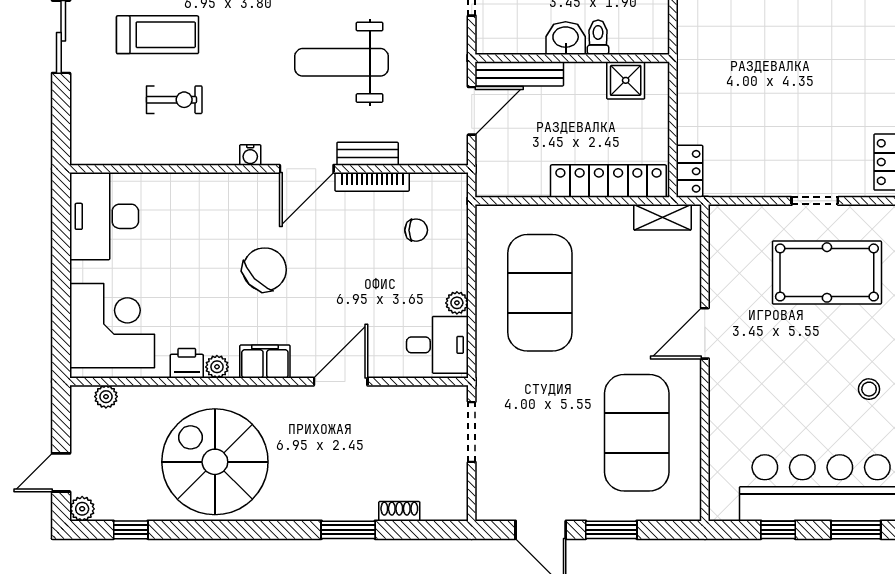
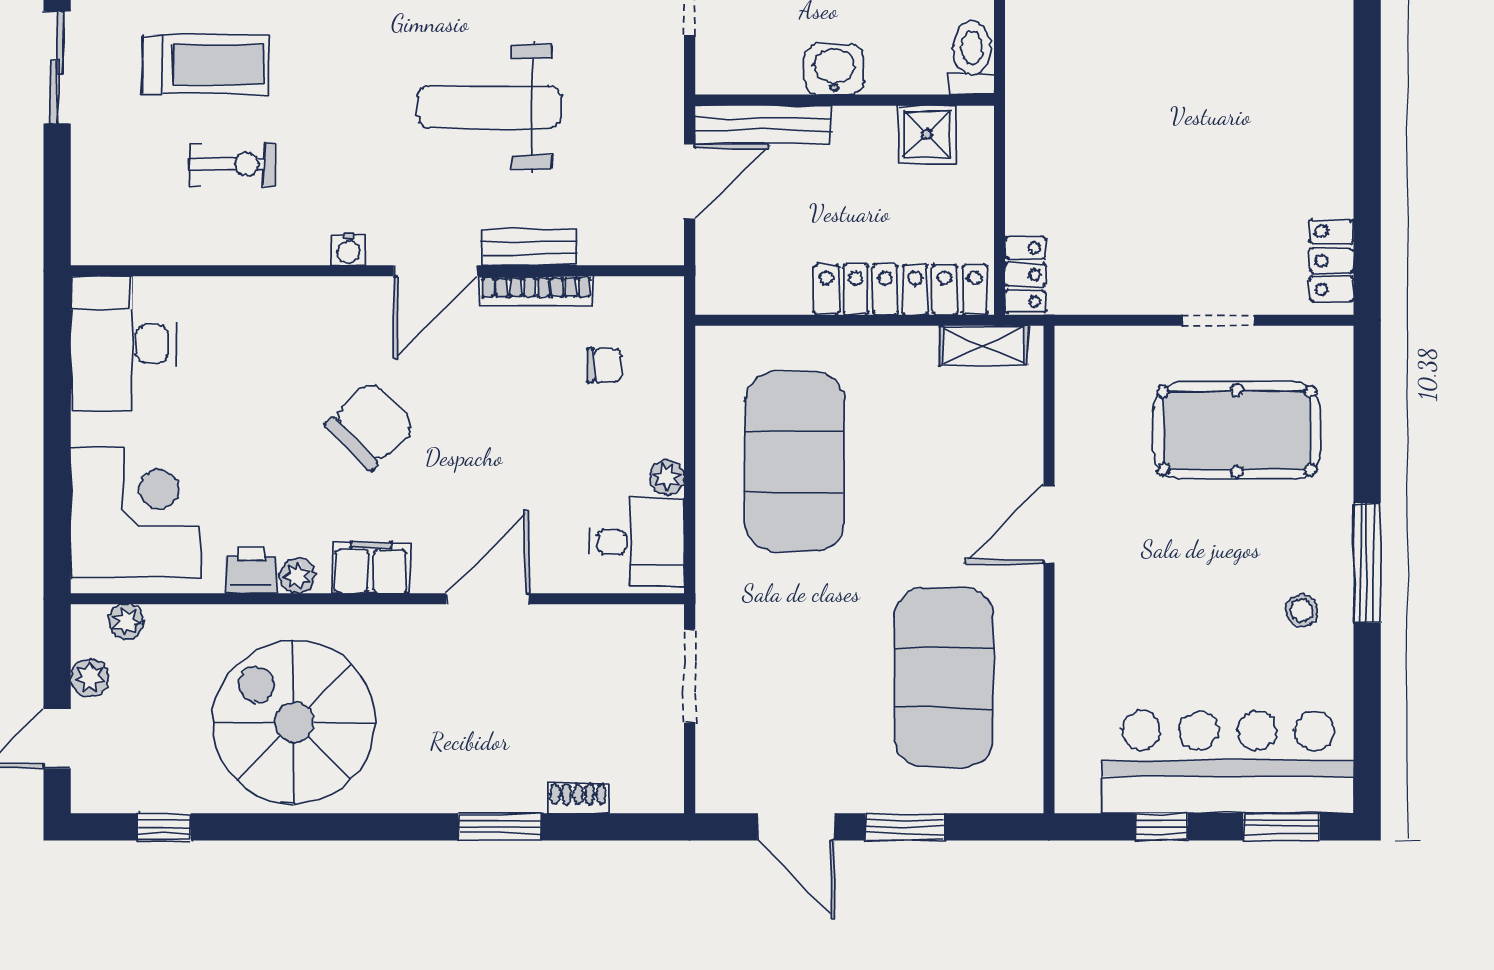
toilet: (598, 37) -> (972, 58), moved, width x1.37, depth x1.39
plant: (82, 509) -> (90, 678), moved

